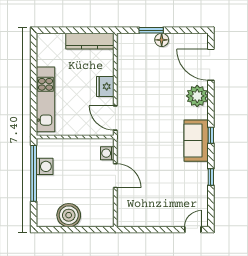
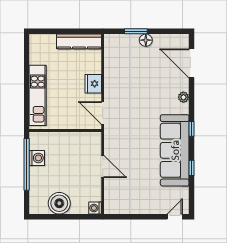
plant: (197, 96) -> (183, 97), width x0.53, depth x0.53
sofa: (196, 141) -> (175, 150), width x1.85, depth x1.27
washing machine: (107, 153) -> (95, 208), moved

